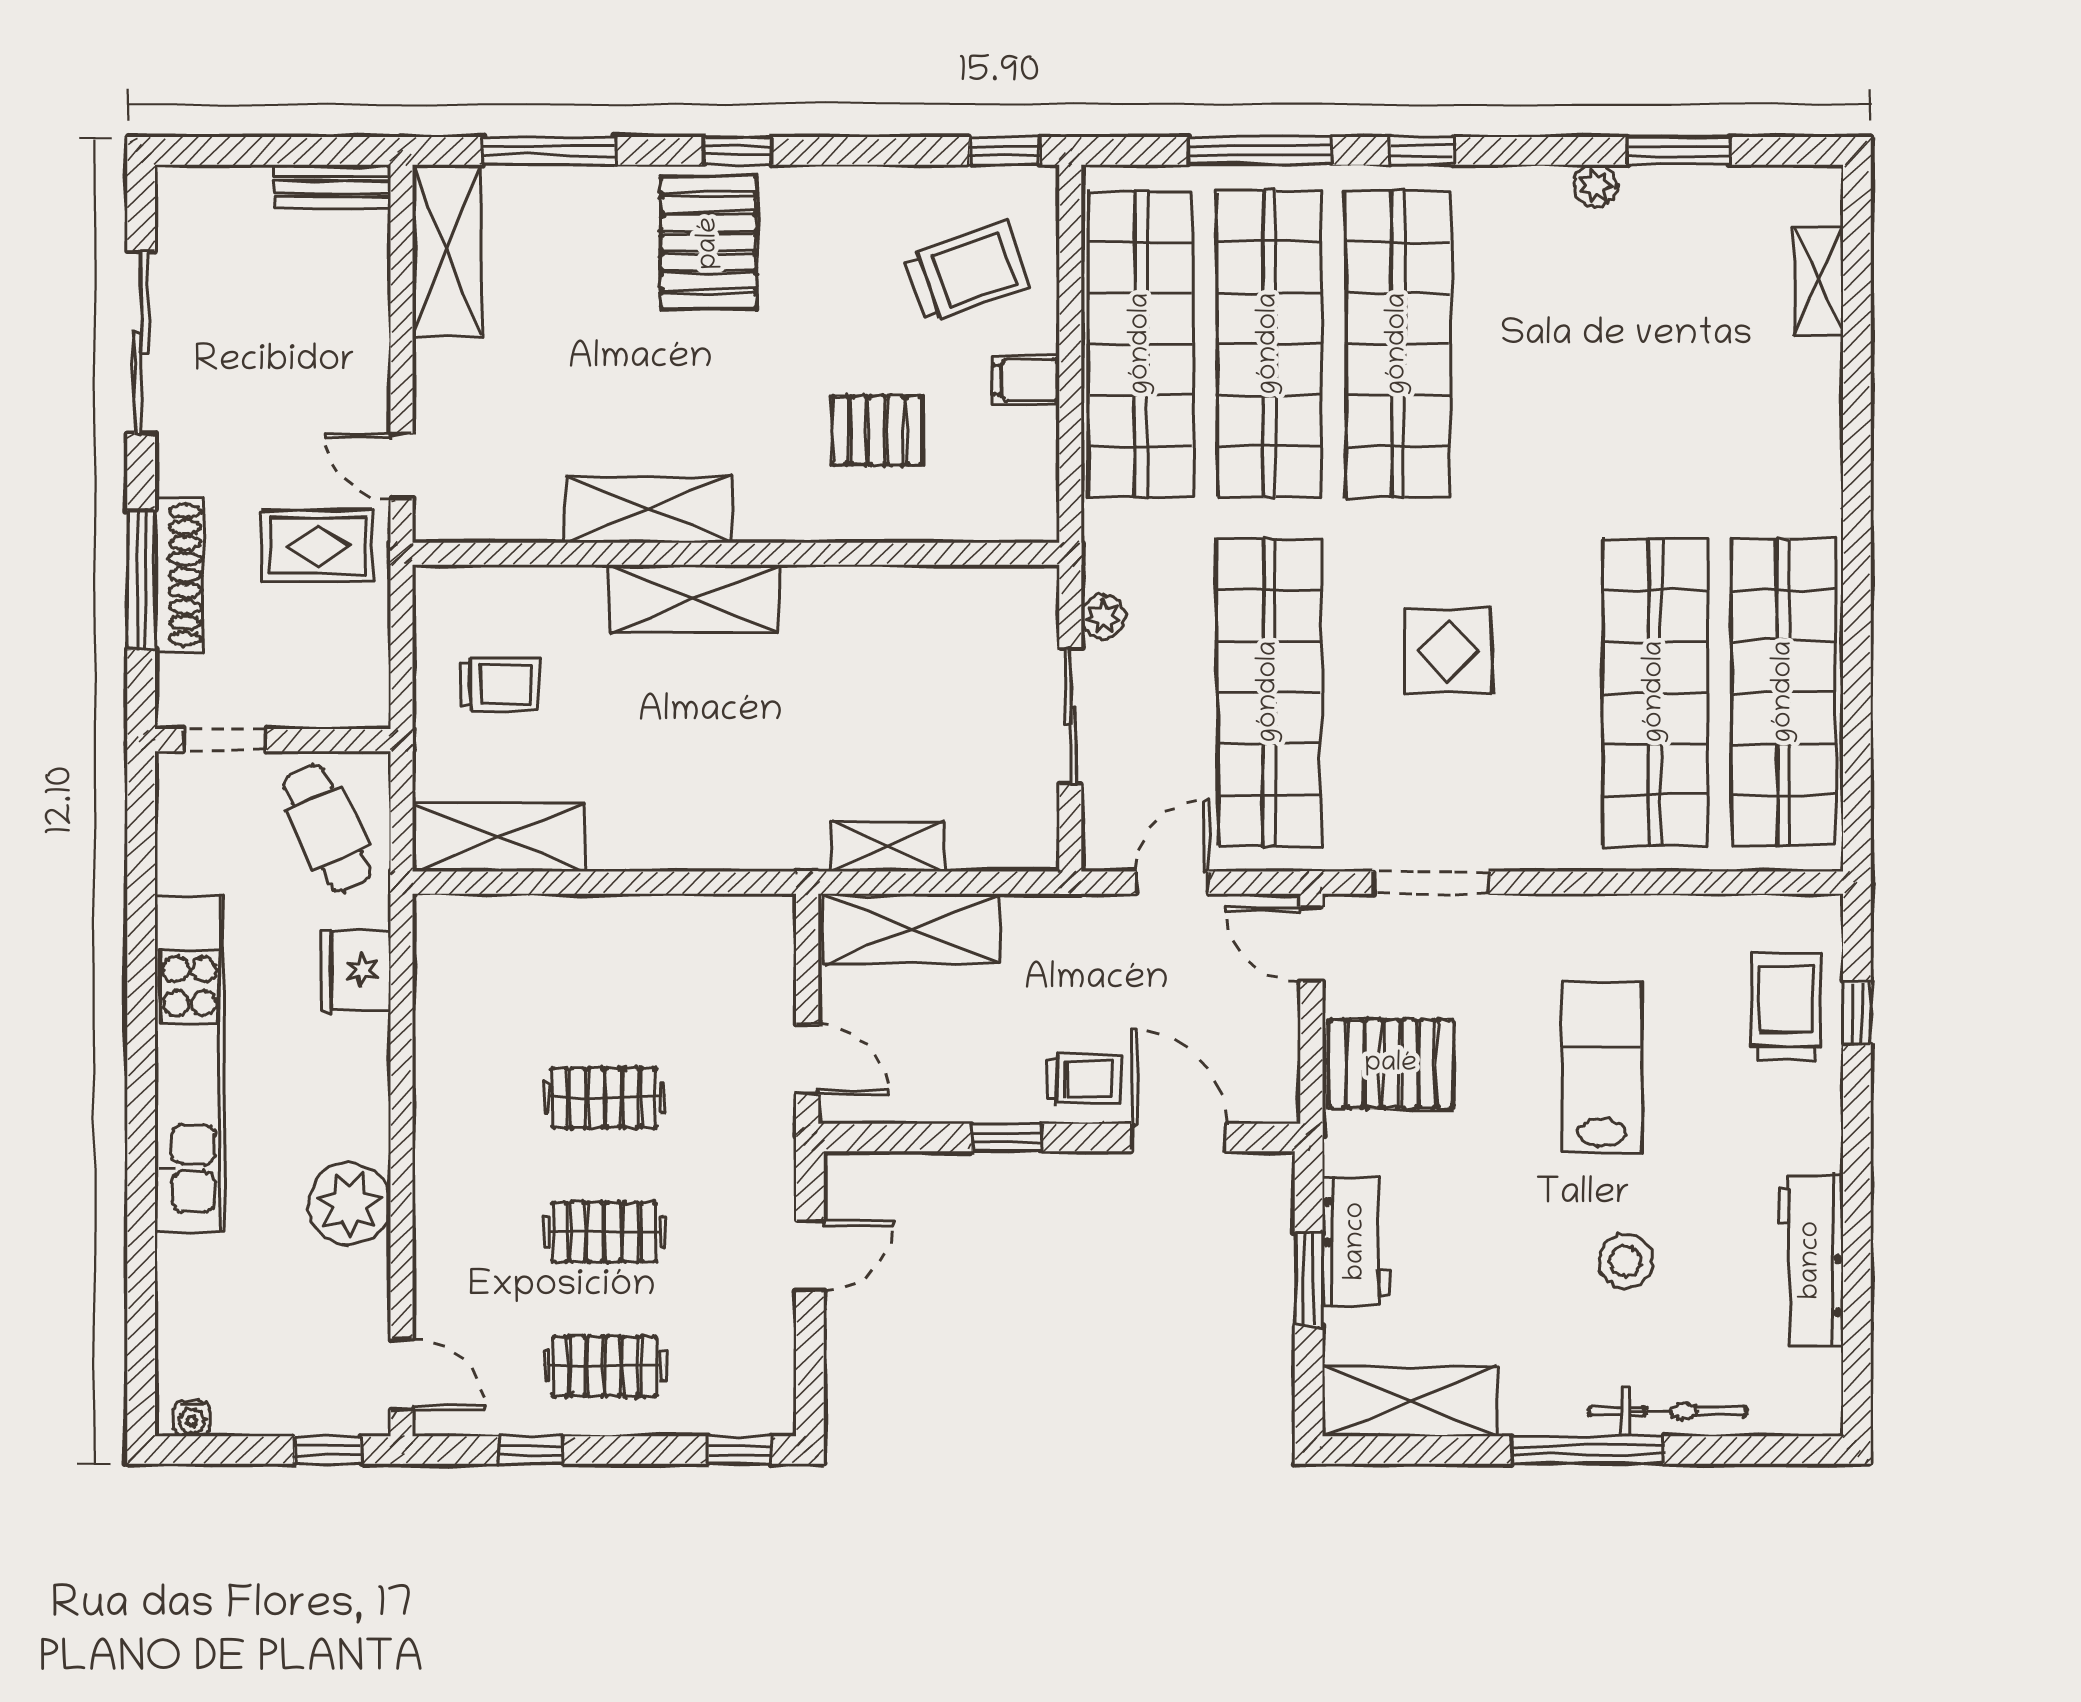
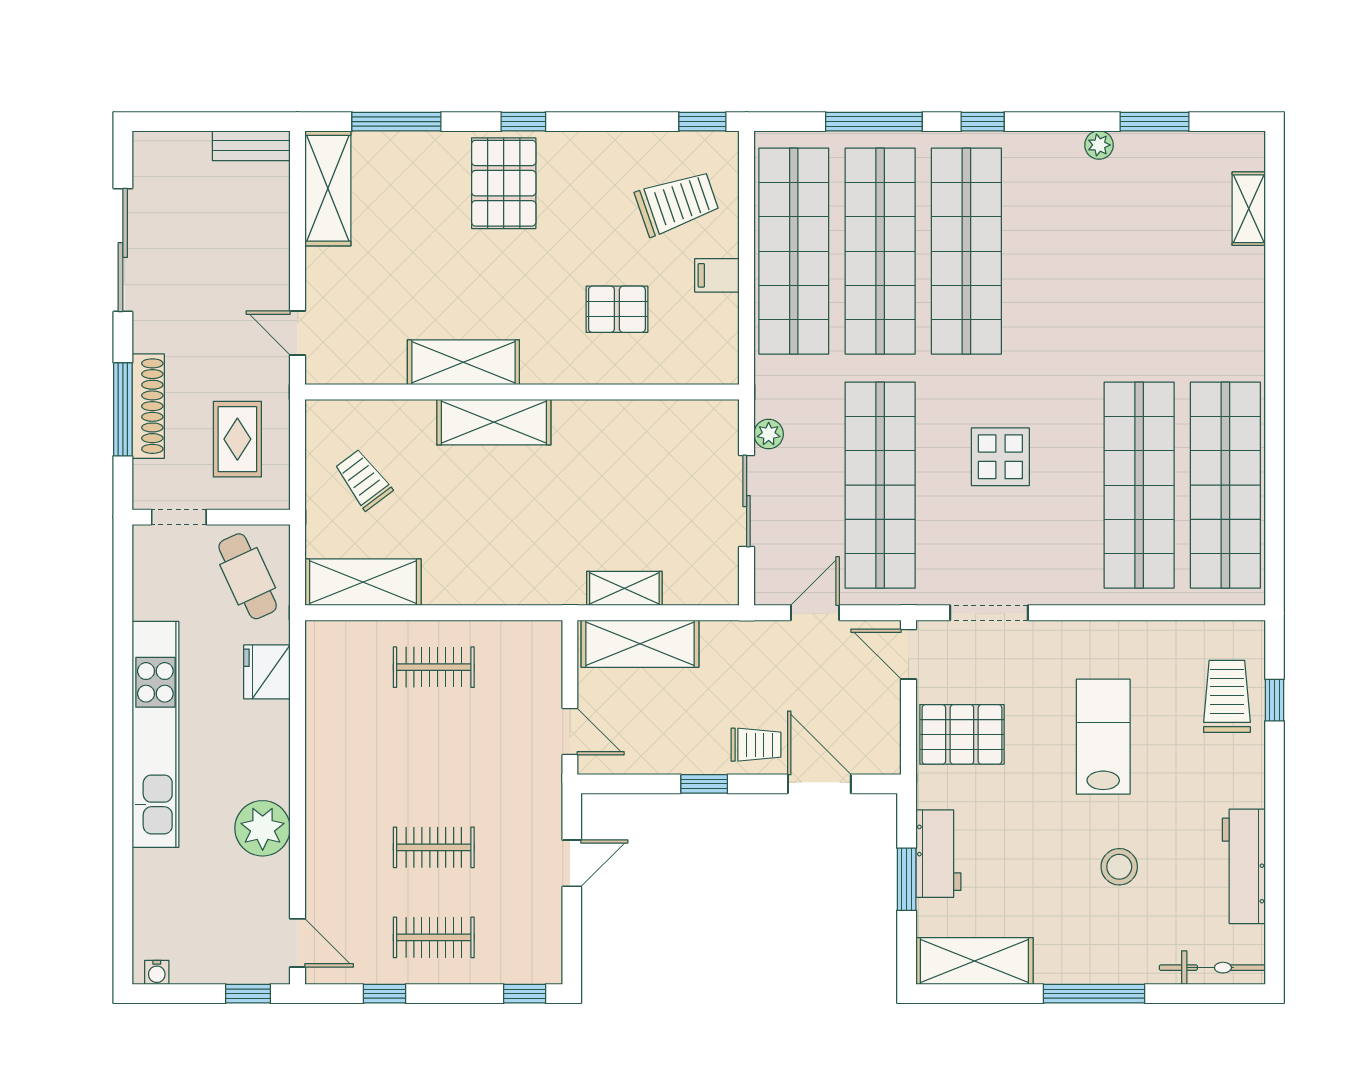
rug: (318, 546) -> (237, 439), moved, turned 90
trolley: (500, 684) -> (363, 480), turned -127
clothes rail: (604, 1098) -> (434, 667), moved
bicycle: (1668, 1411) -> (1212, 968), moved

